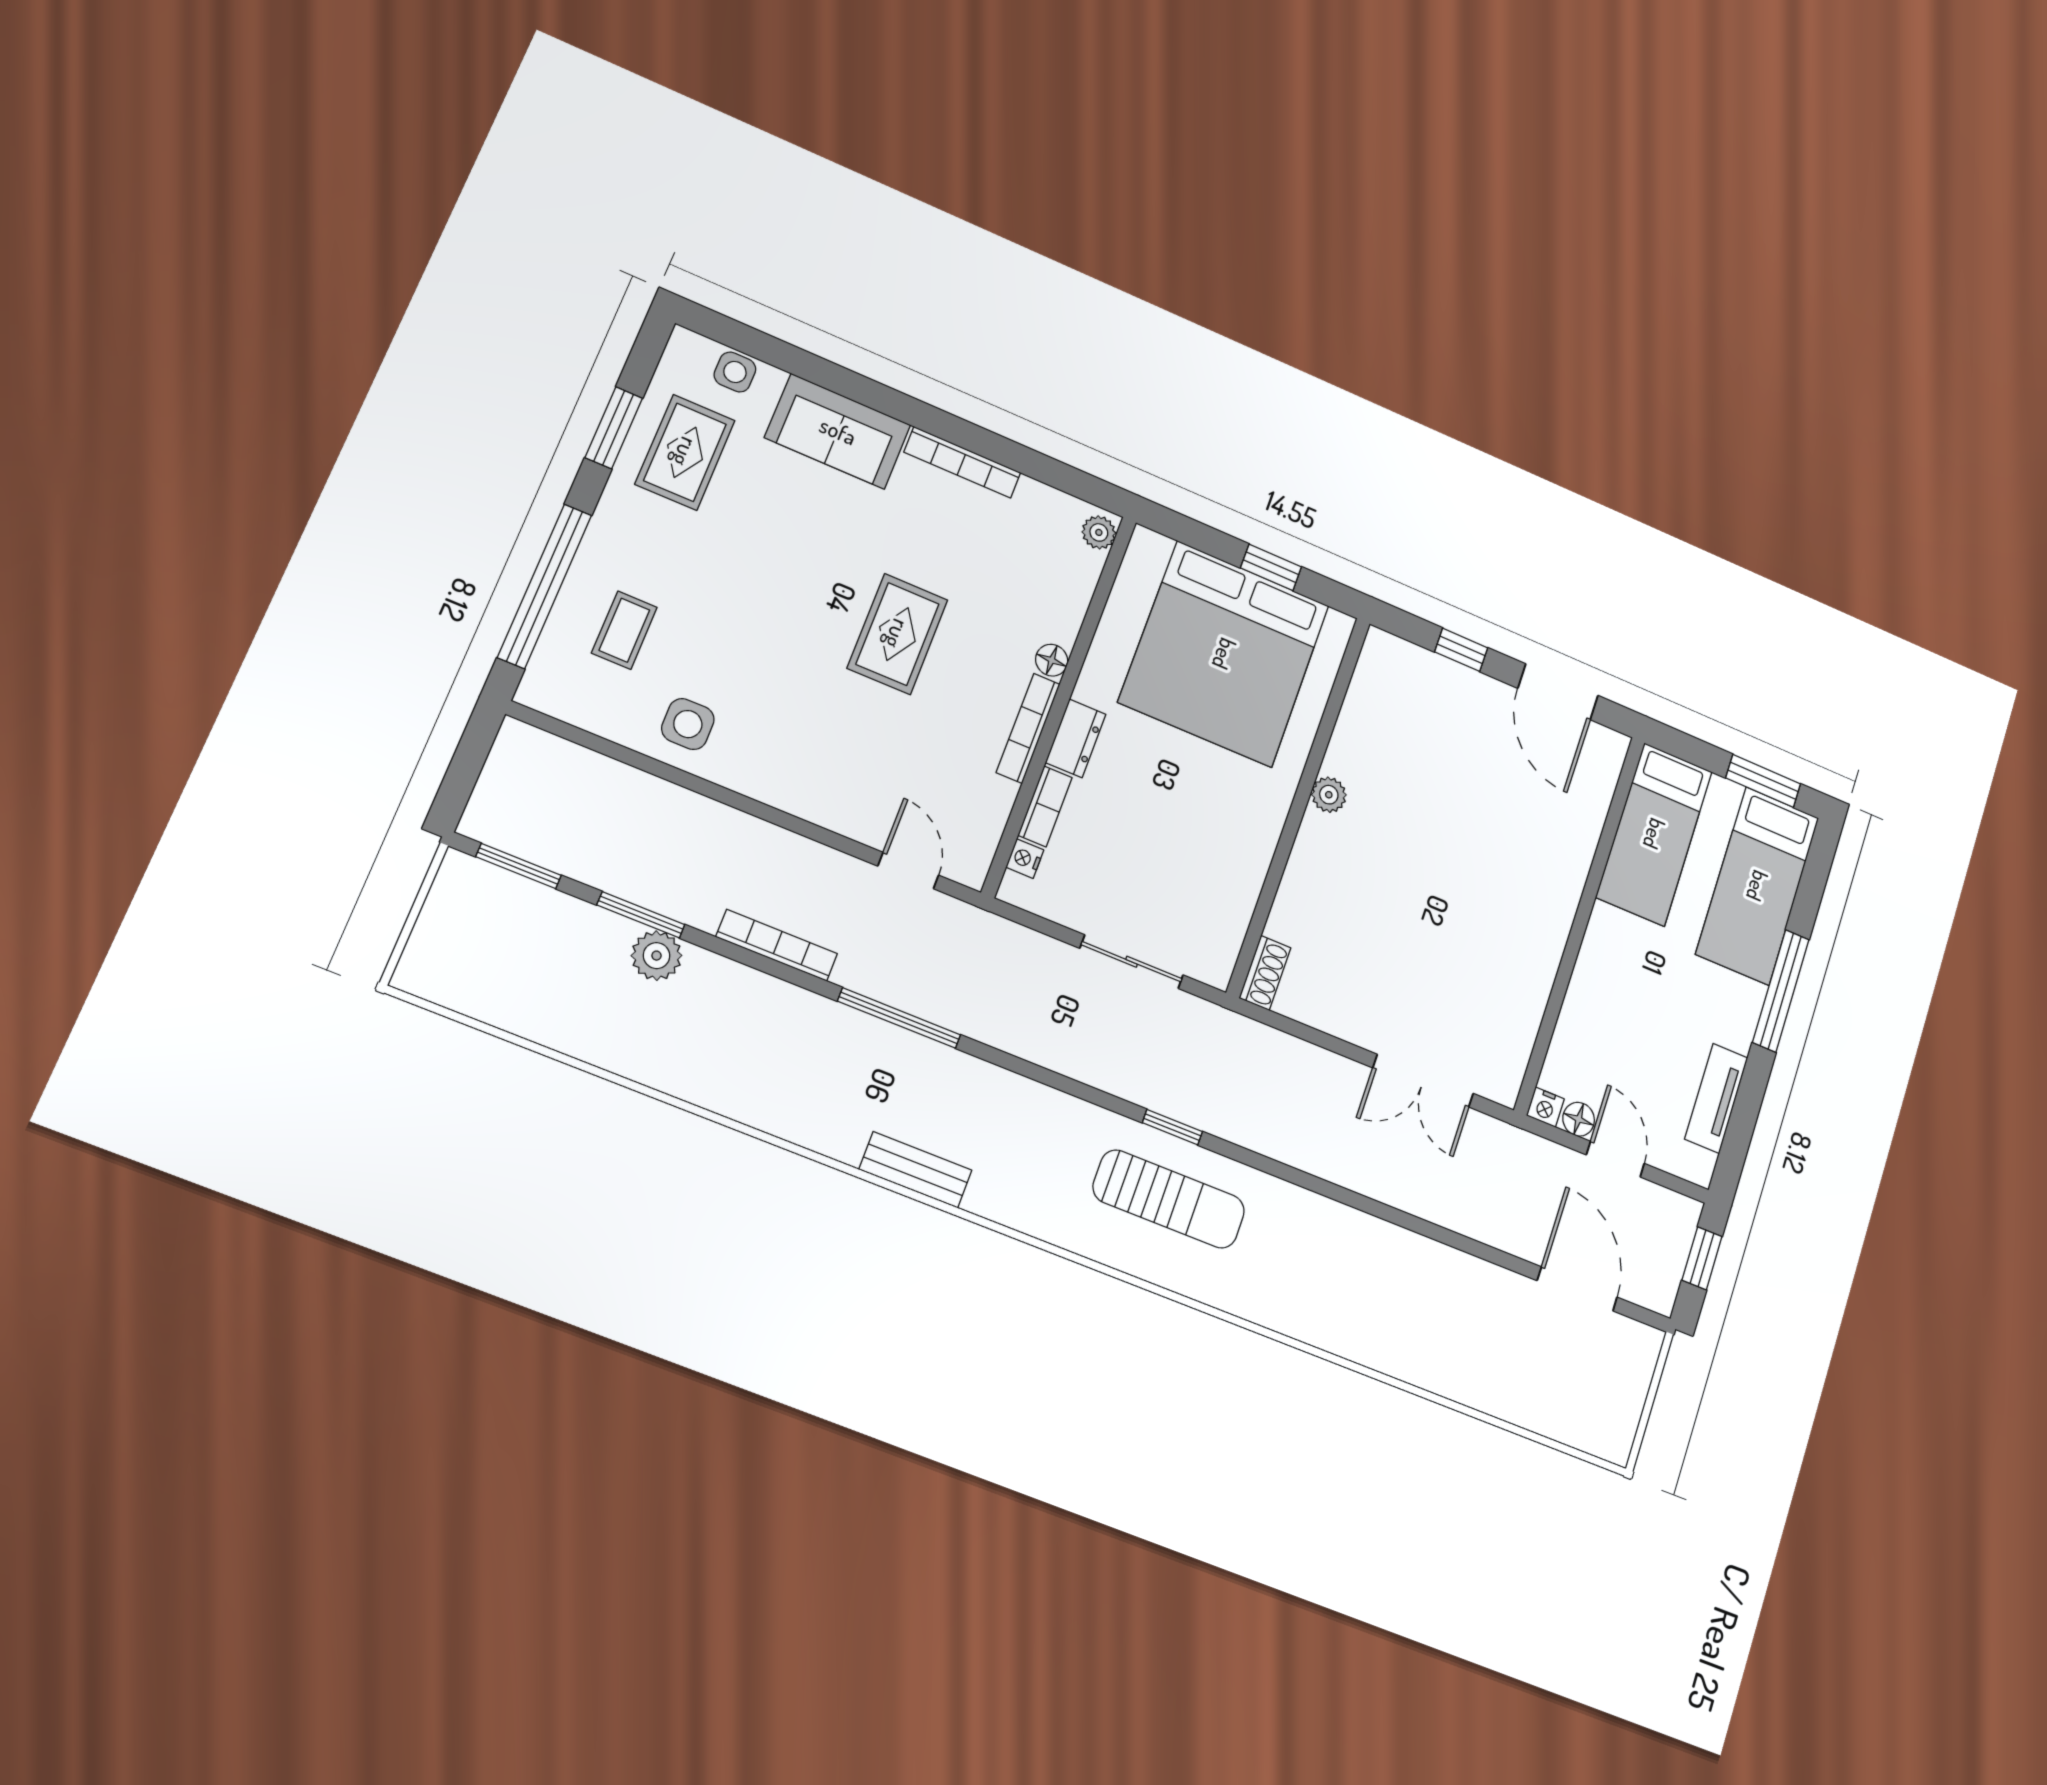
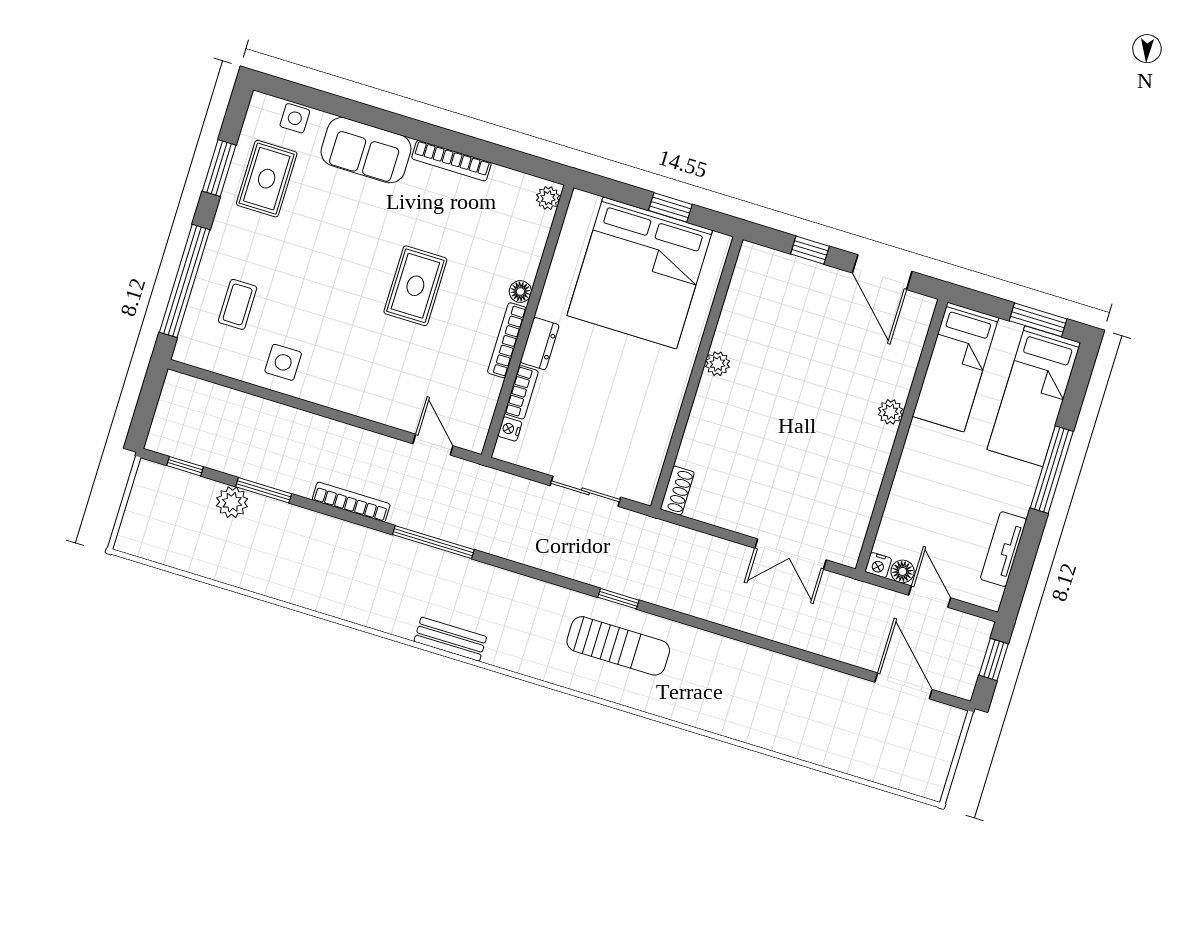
window: (519, 866) -> (185, 466), width x0.67
plant: (1566, 888) -> (891, 412), added
plant: (657, 956) -> (232, 502), moved

